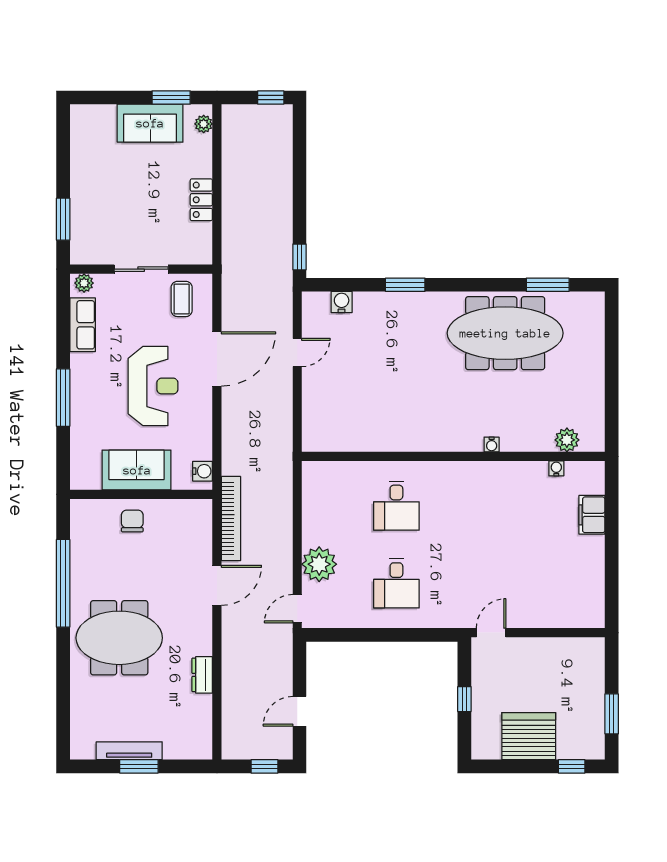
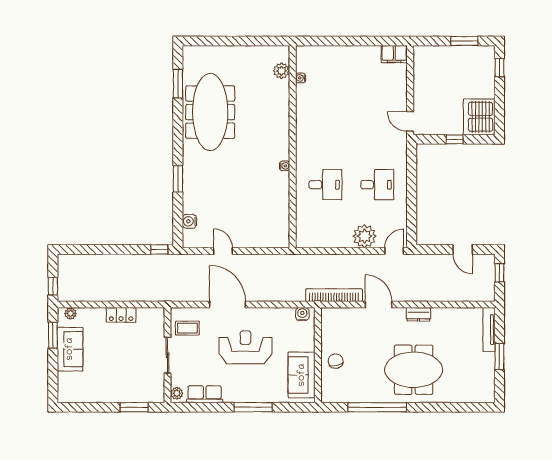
window: (271, 98) -> (53, 286), moved
water cooler: (492, 445) -> (285, 166), moved
sofa: (137, 470) -> (302, 375), moved
filing cabinet: (592, 515) -> (394, 54), moved
chair: (132, 521) -> (336, 361), turned 79
door: (297, 609) -> (394, 251), swing flipped
meeting table: (119, 638) -> (414, 370), turned 90
dresser: (202, 675) -> (418, 314), moved
server rack: (529, 736) -> (479, 117), moved
tv unit: (129, 751) -> (489, 330), moved

